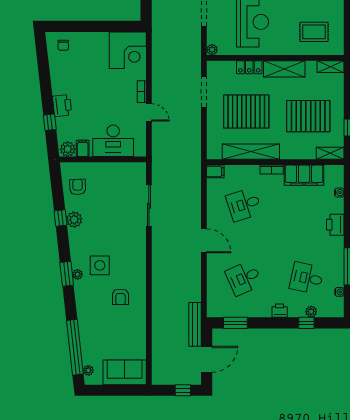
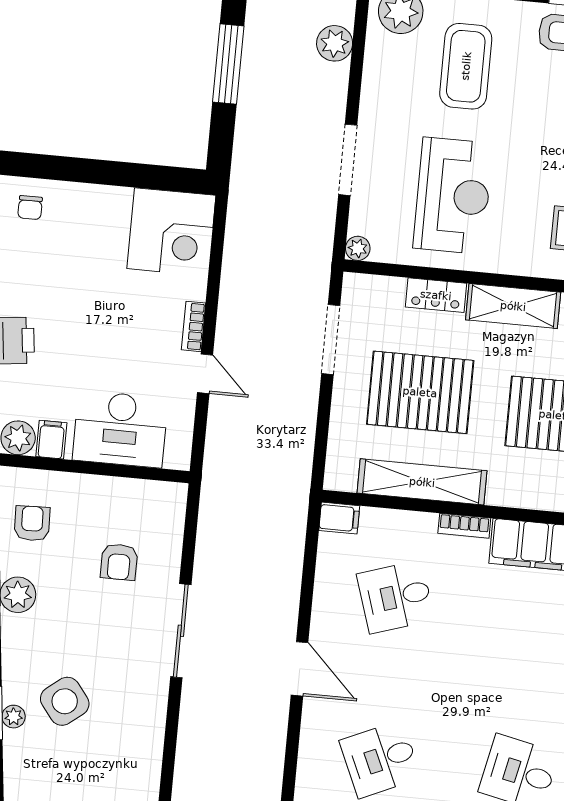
sliding door: (149, 206) -> (181, 631), moved
side table: (100, 265) -> (65, 701), turned -38
armchair: (120, 297) -> (119, 562), moved

